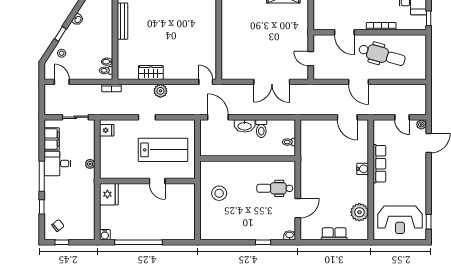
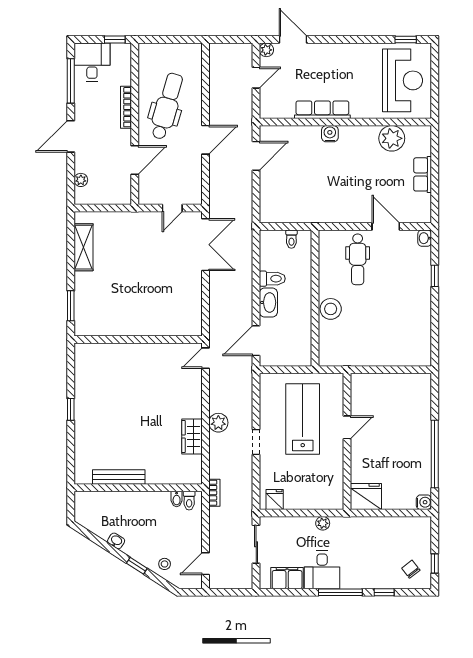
double door: (272, 82) -> (205, 245), moved
stool: (219, 193) -> (331, 309), moved

